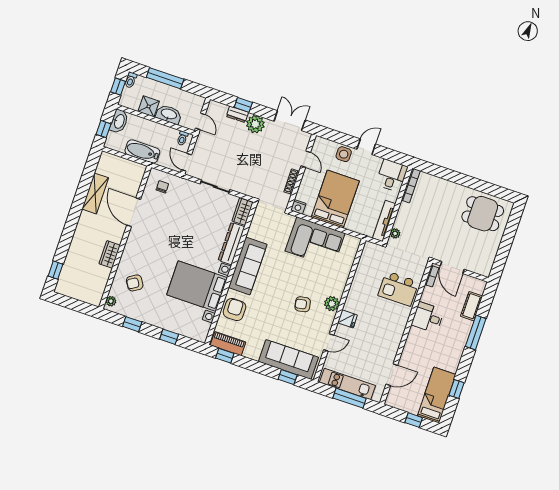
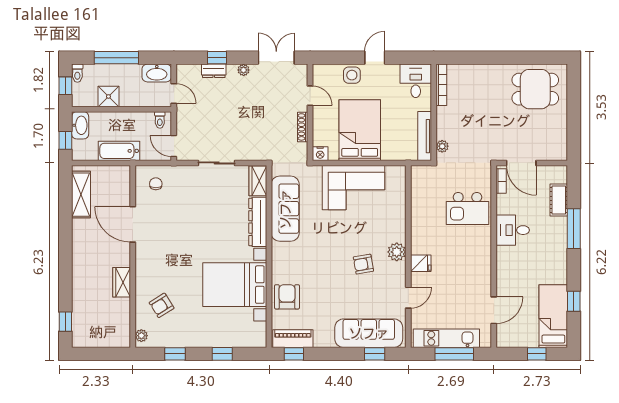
washbasin: (169, 114) -> (157, 73), moved, turned 180
plant: (255, 124) -> (244, 70), width x0.53, depth x0.53
shelving: (95, 193) -> (81, 195), moved
sofa: (248, 266) -> (285, 209), moved

